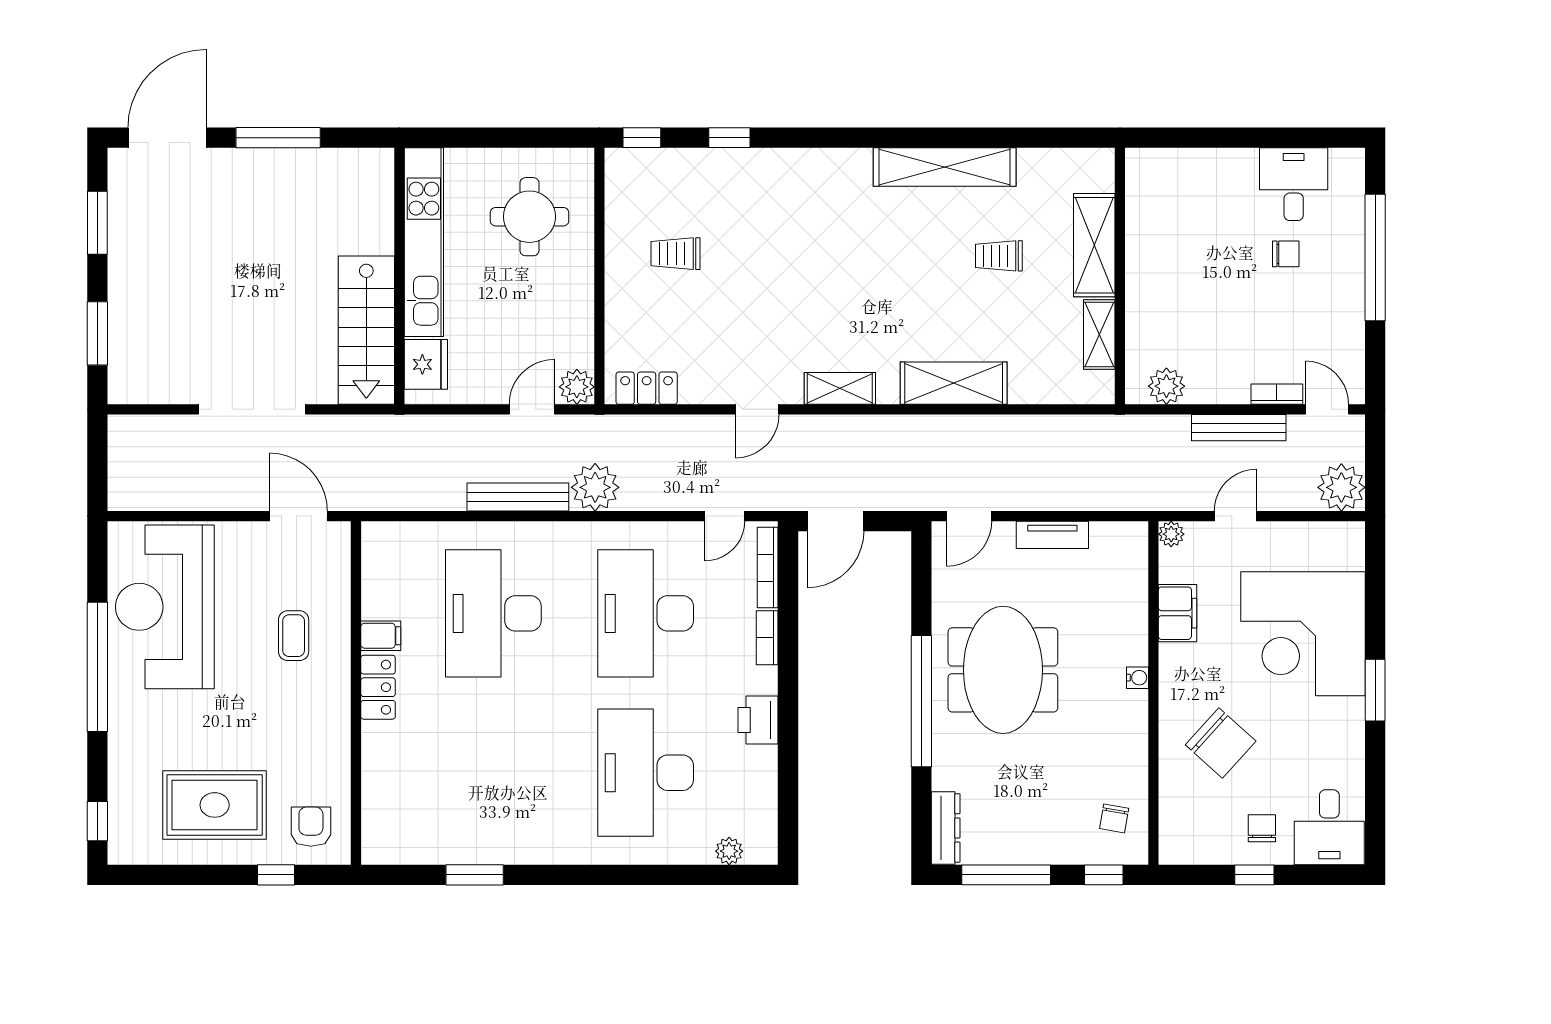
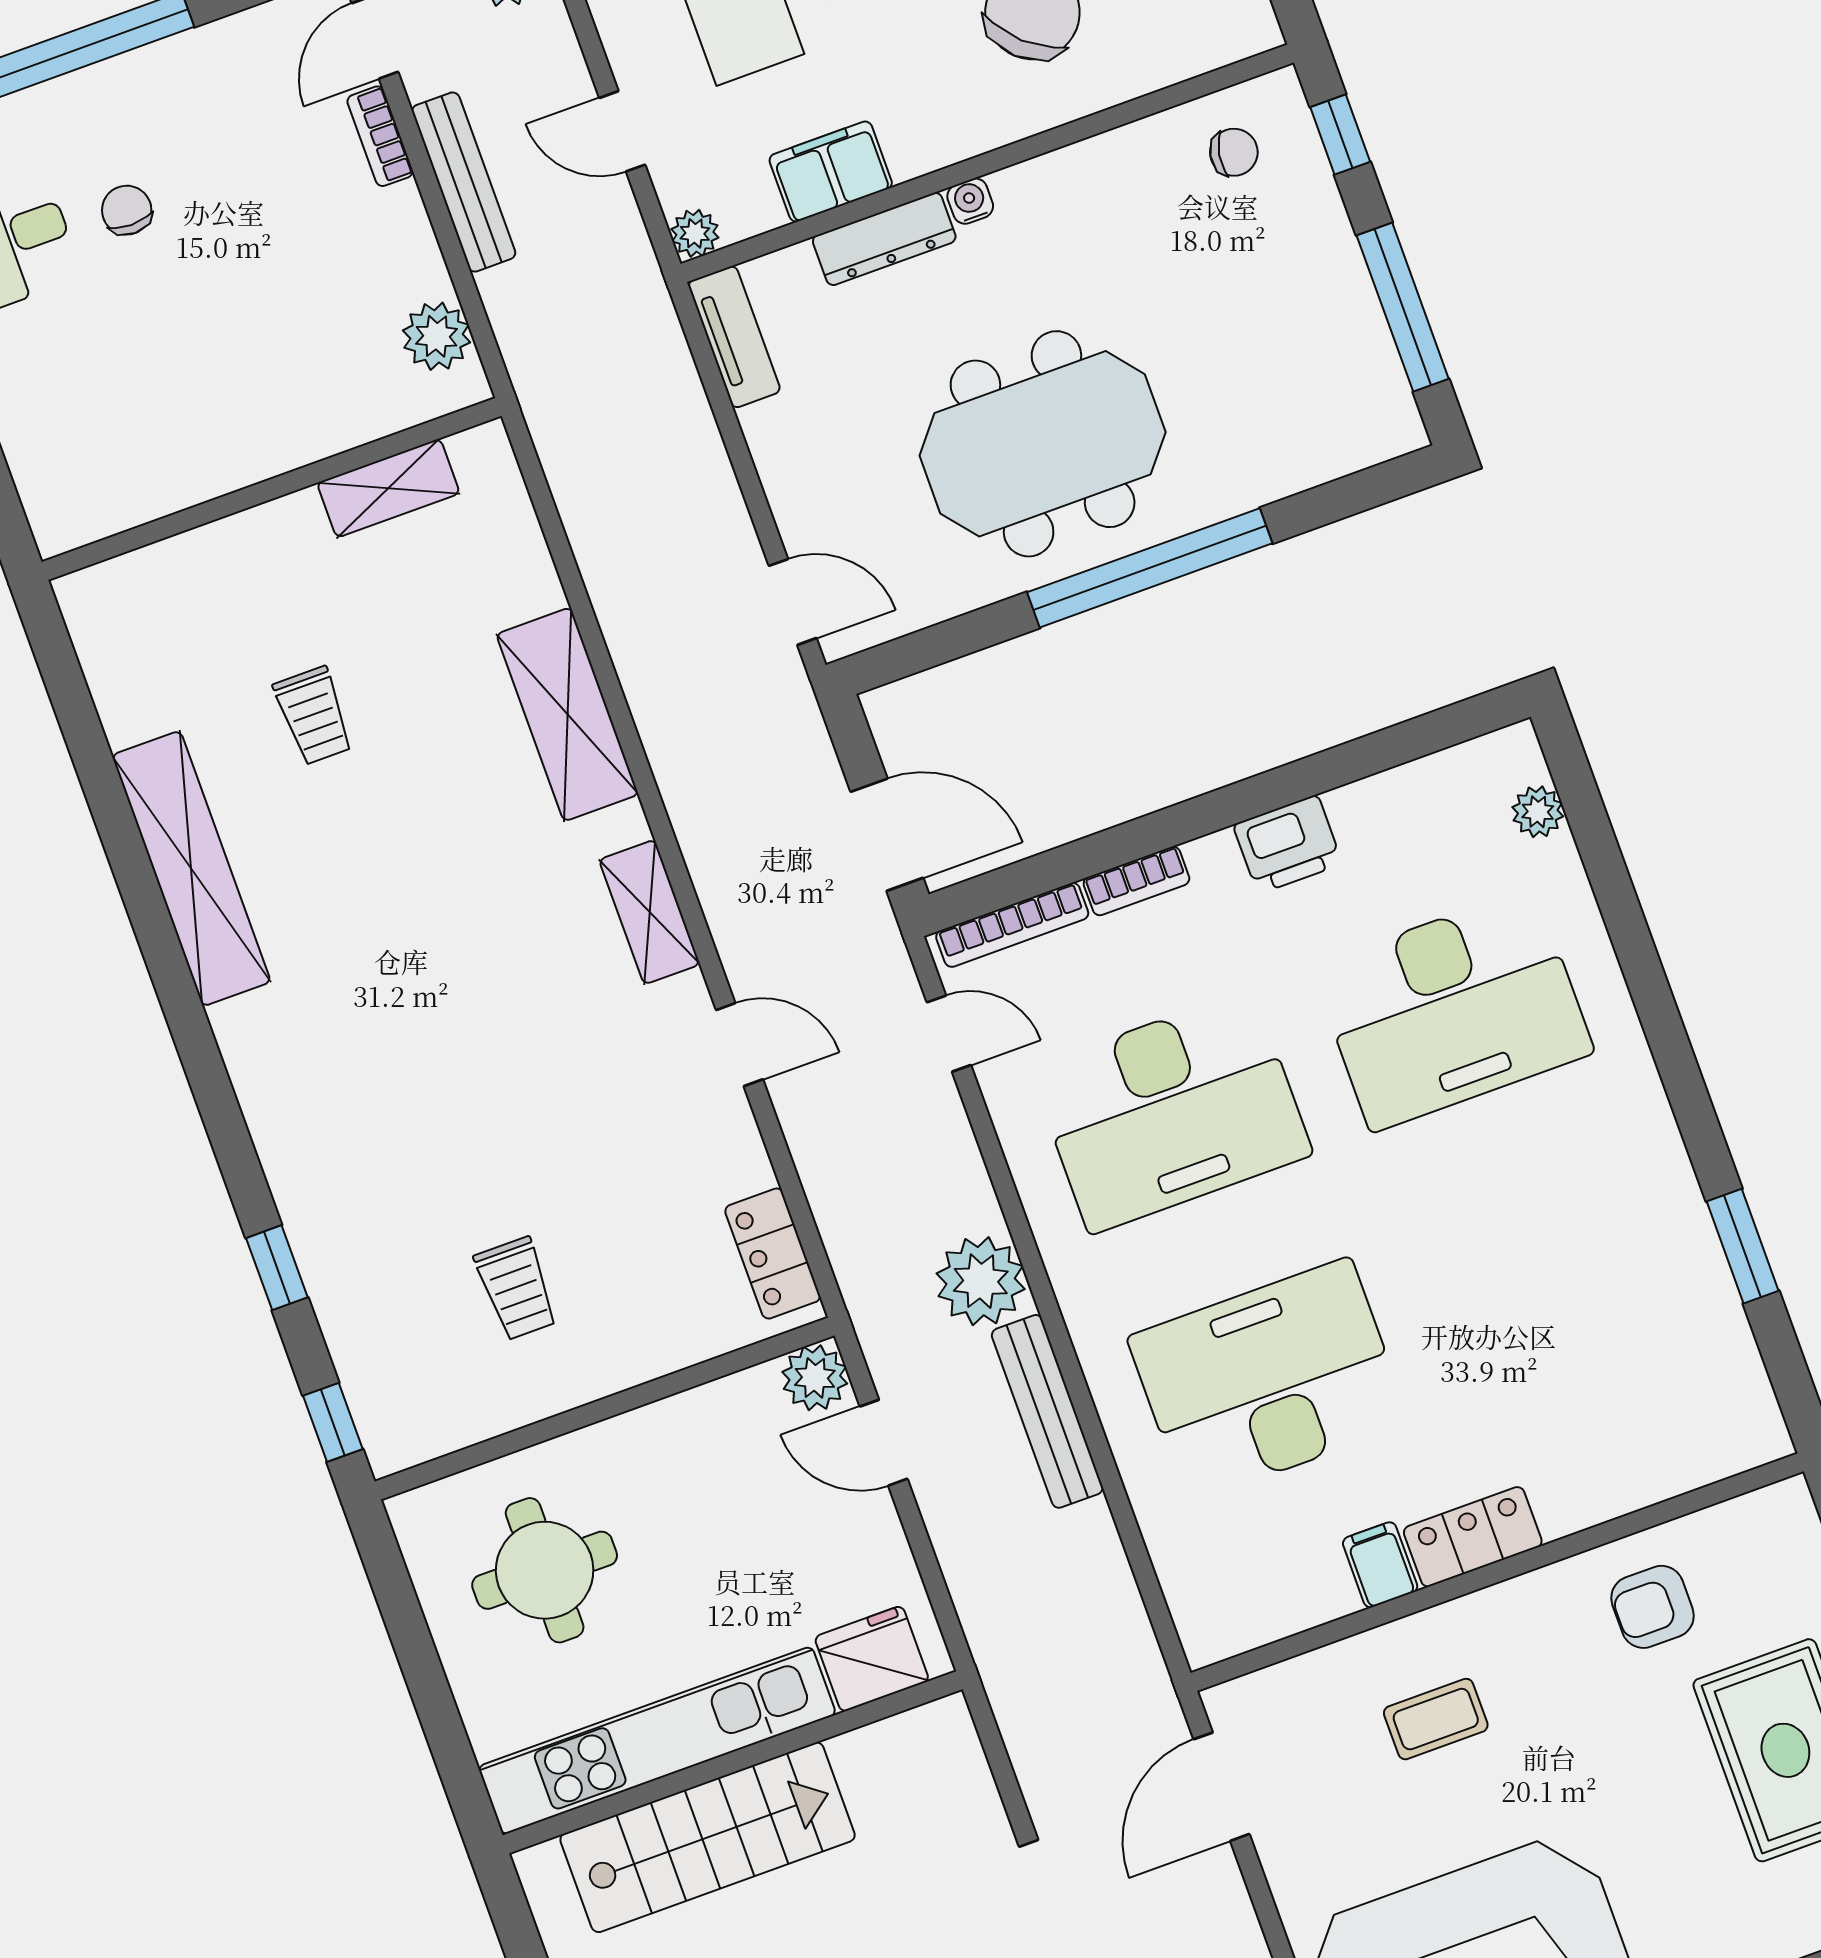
shelving: (1094, 245) -> (234, 554), removed
stairs: (366, 330) -> (708, 1837), moved
tv unit: (1052, 535) -> (734, 337), moved
desk: (493, 613) -> (1269, 1380), turned 180
armchair: (311, 827) -> (1653, 1607), moved
dresser: (946, 828) -> (884, 239), moved, turned 180

